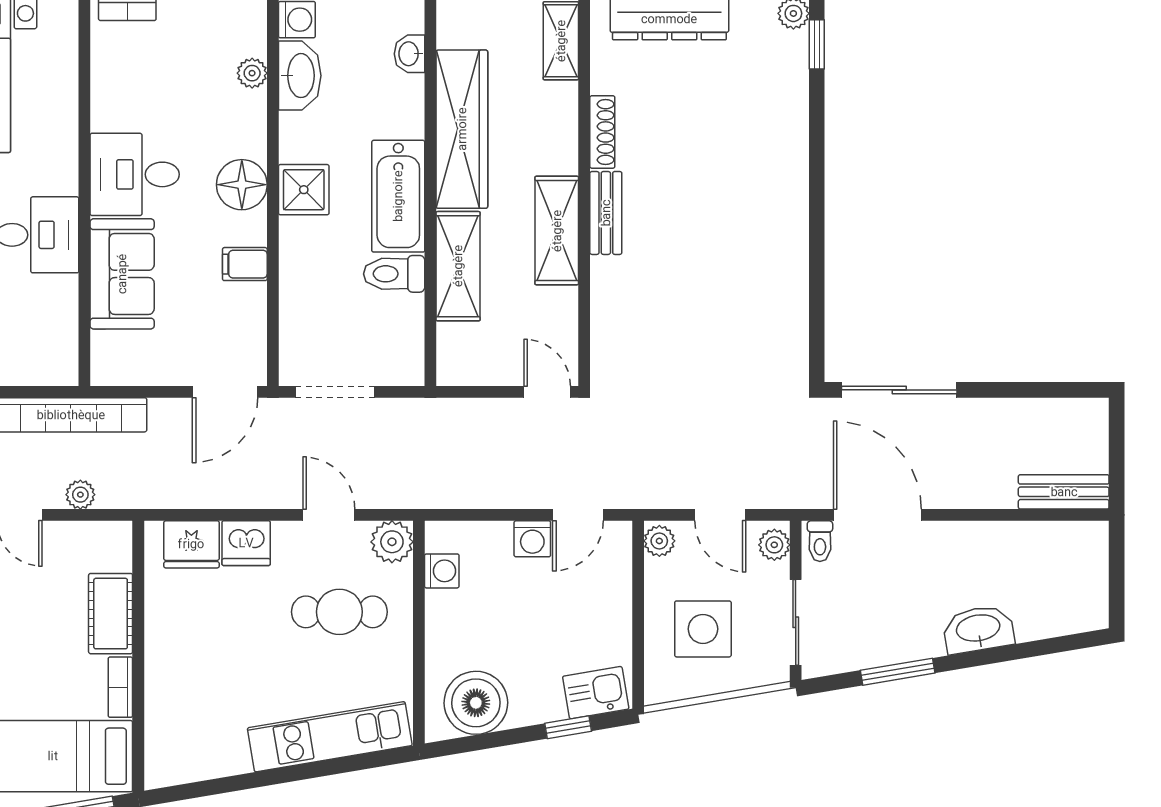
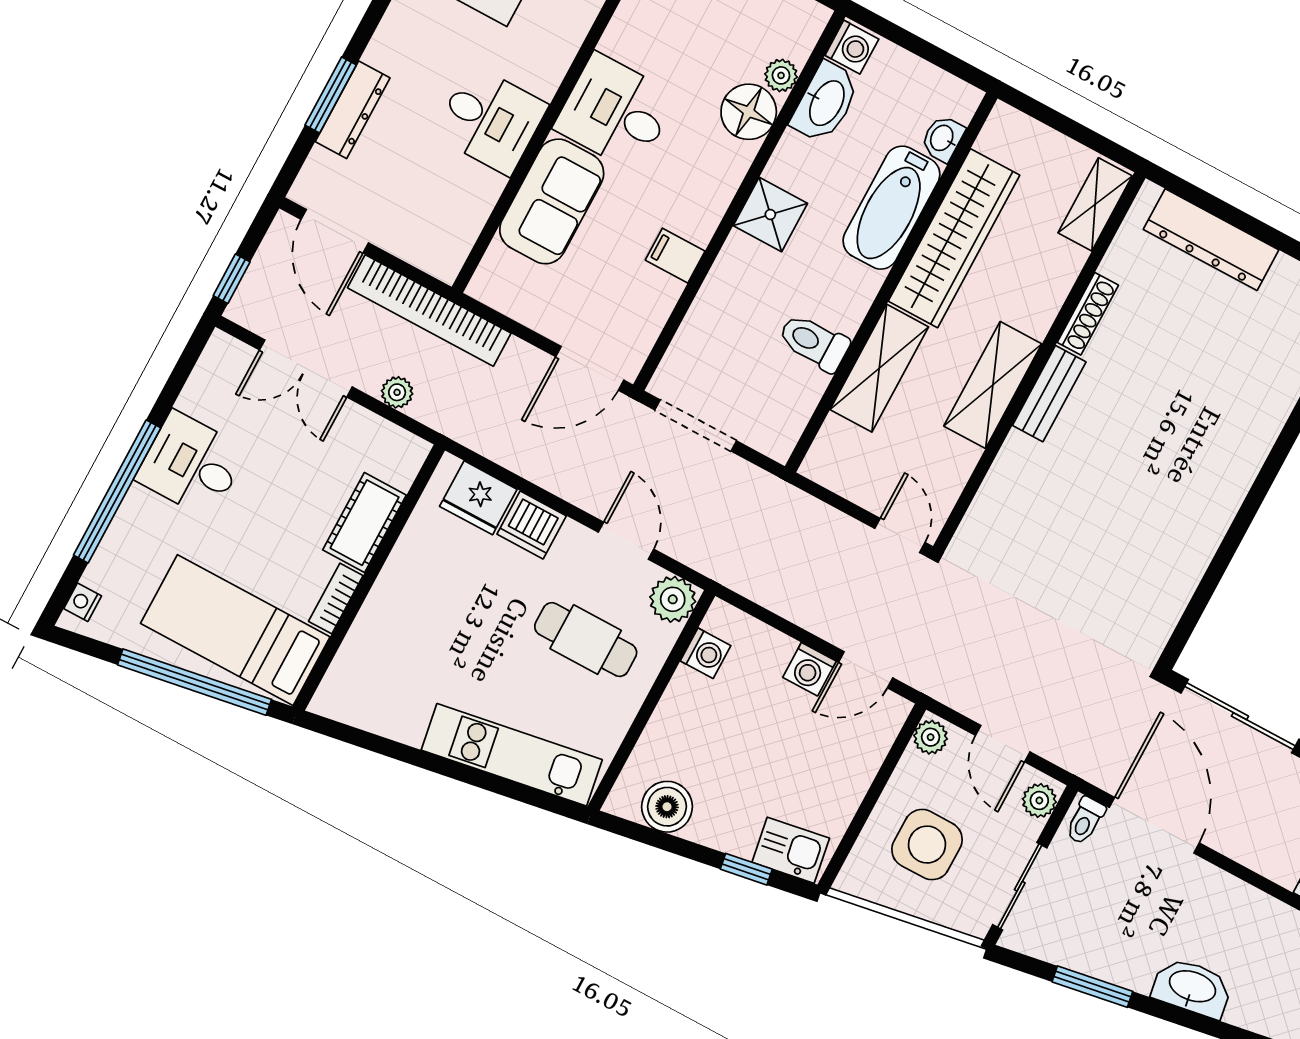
floor lamp: (242, 185) -> (749, 112), moved
bathtub: (398, 196) -> (891, 208), moved
boiler: (476, 703) -> (667, 807), width x0.73, depth x0.73

